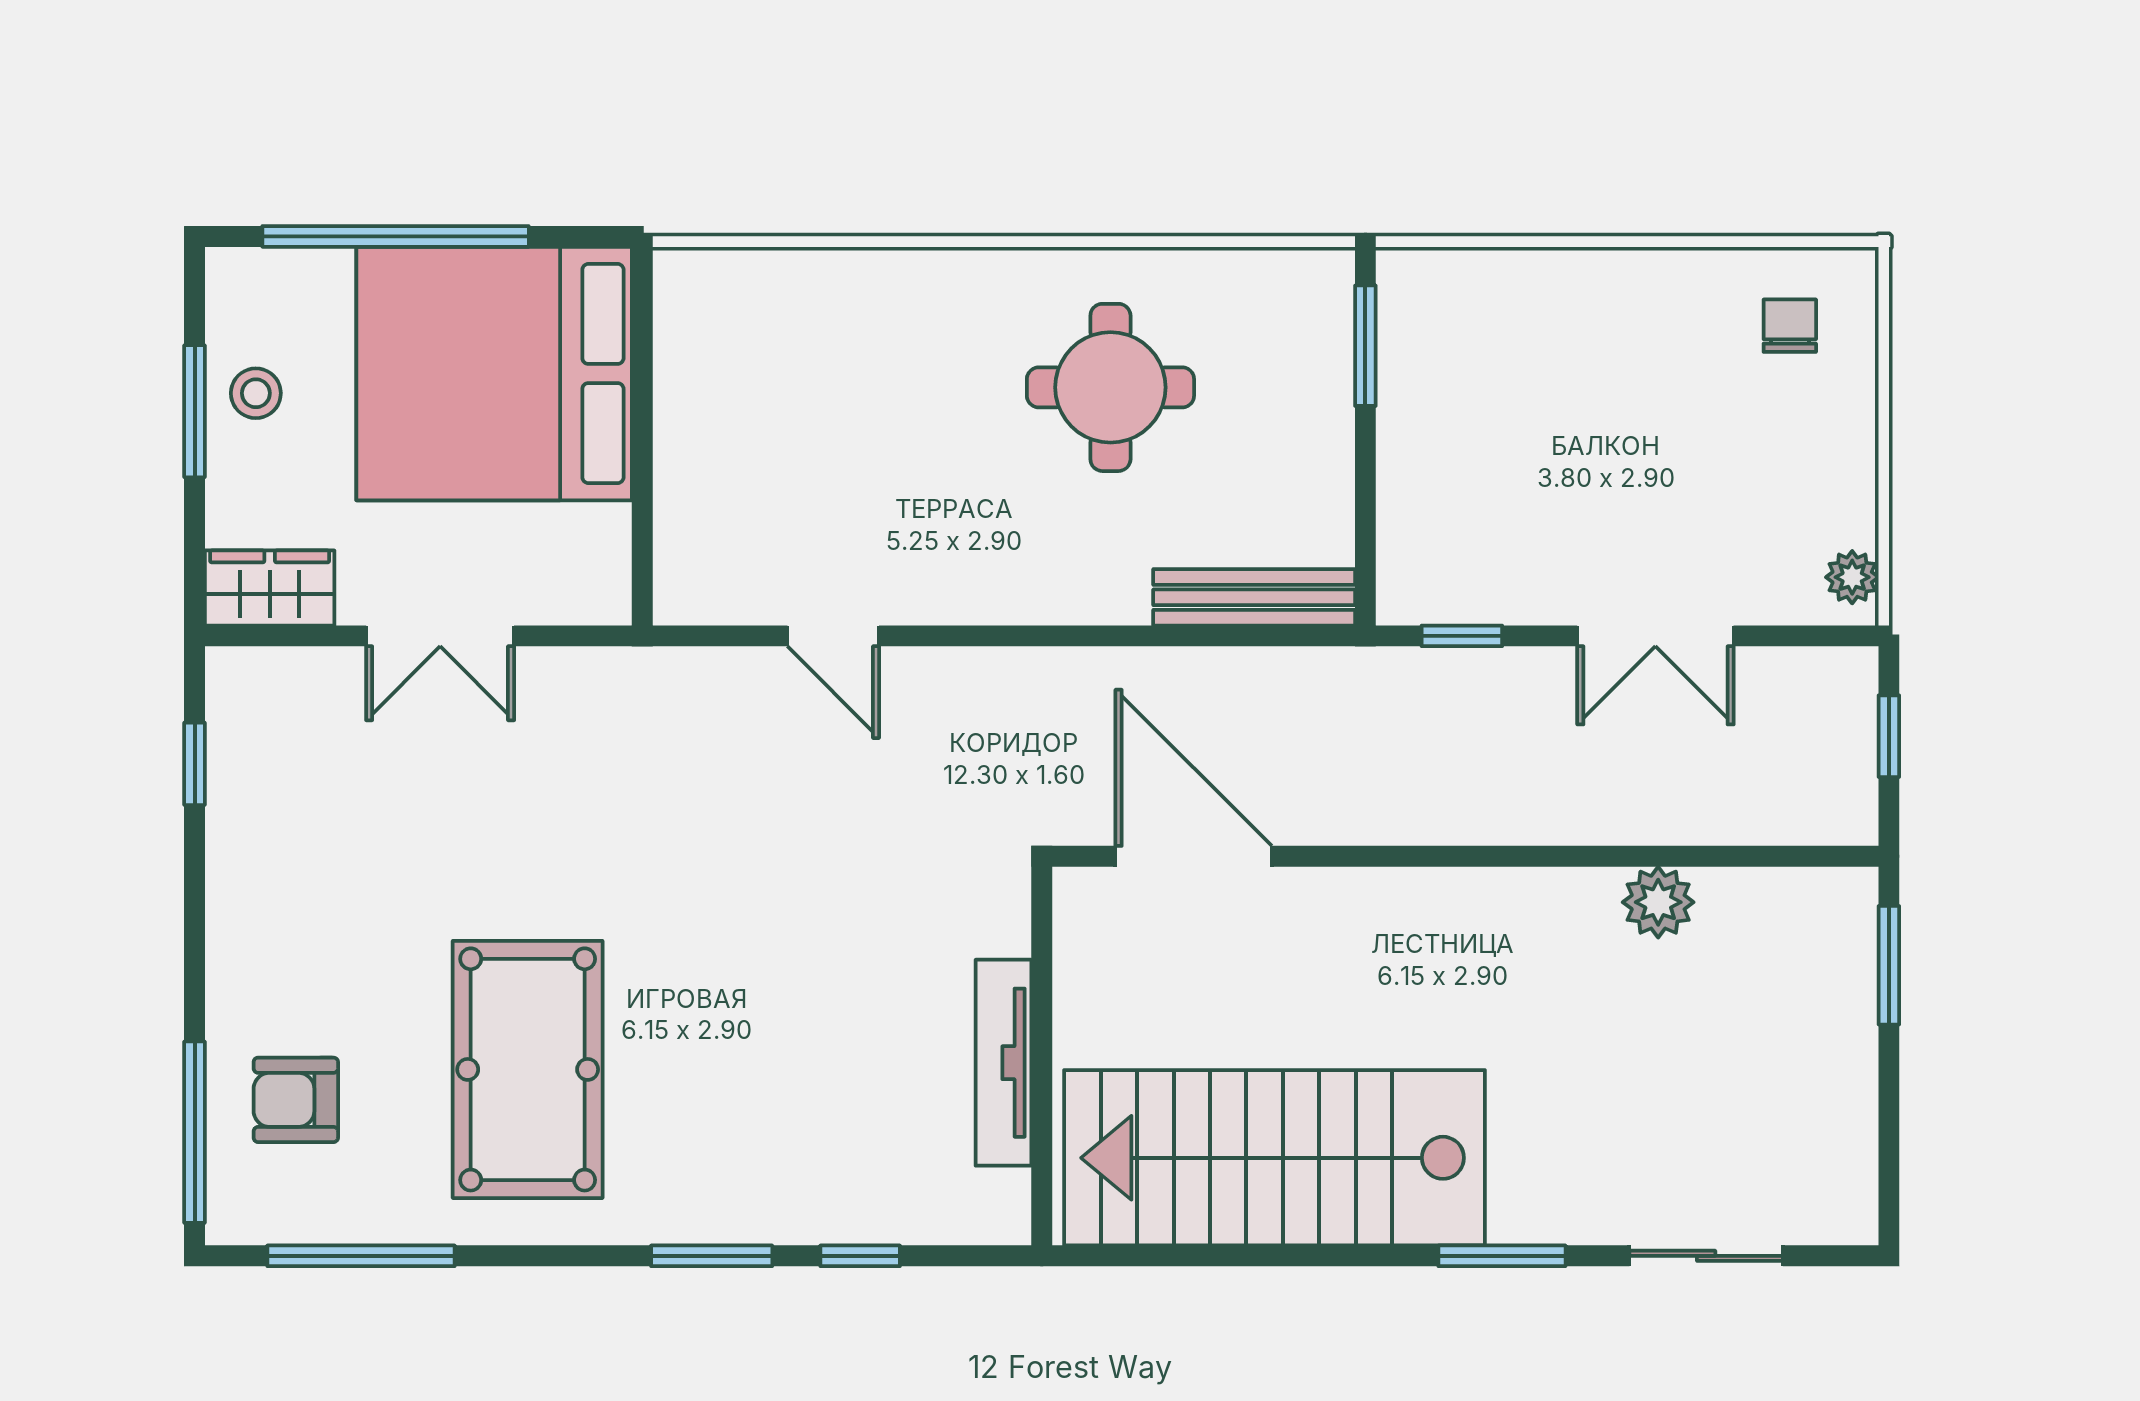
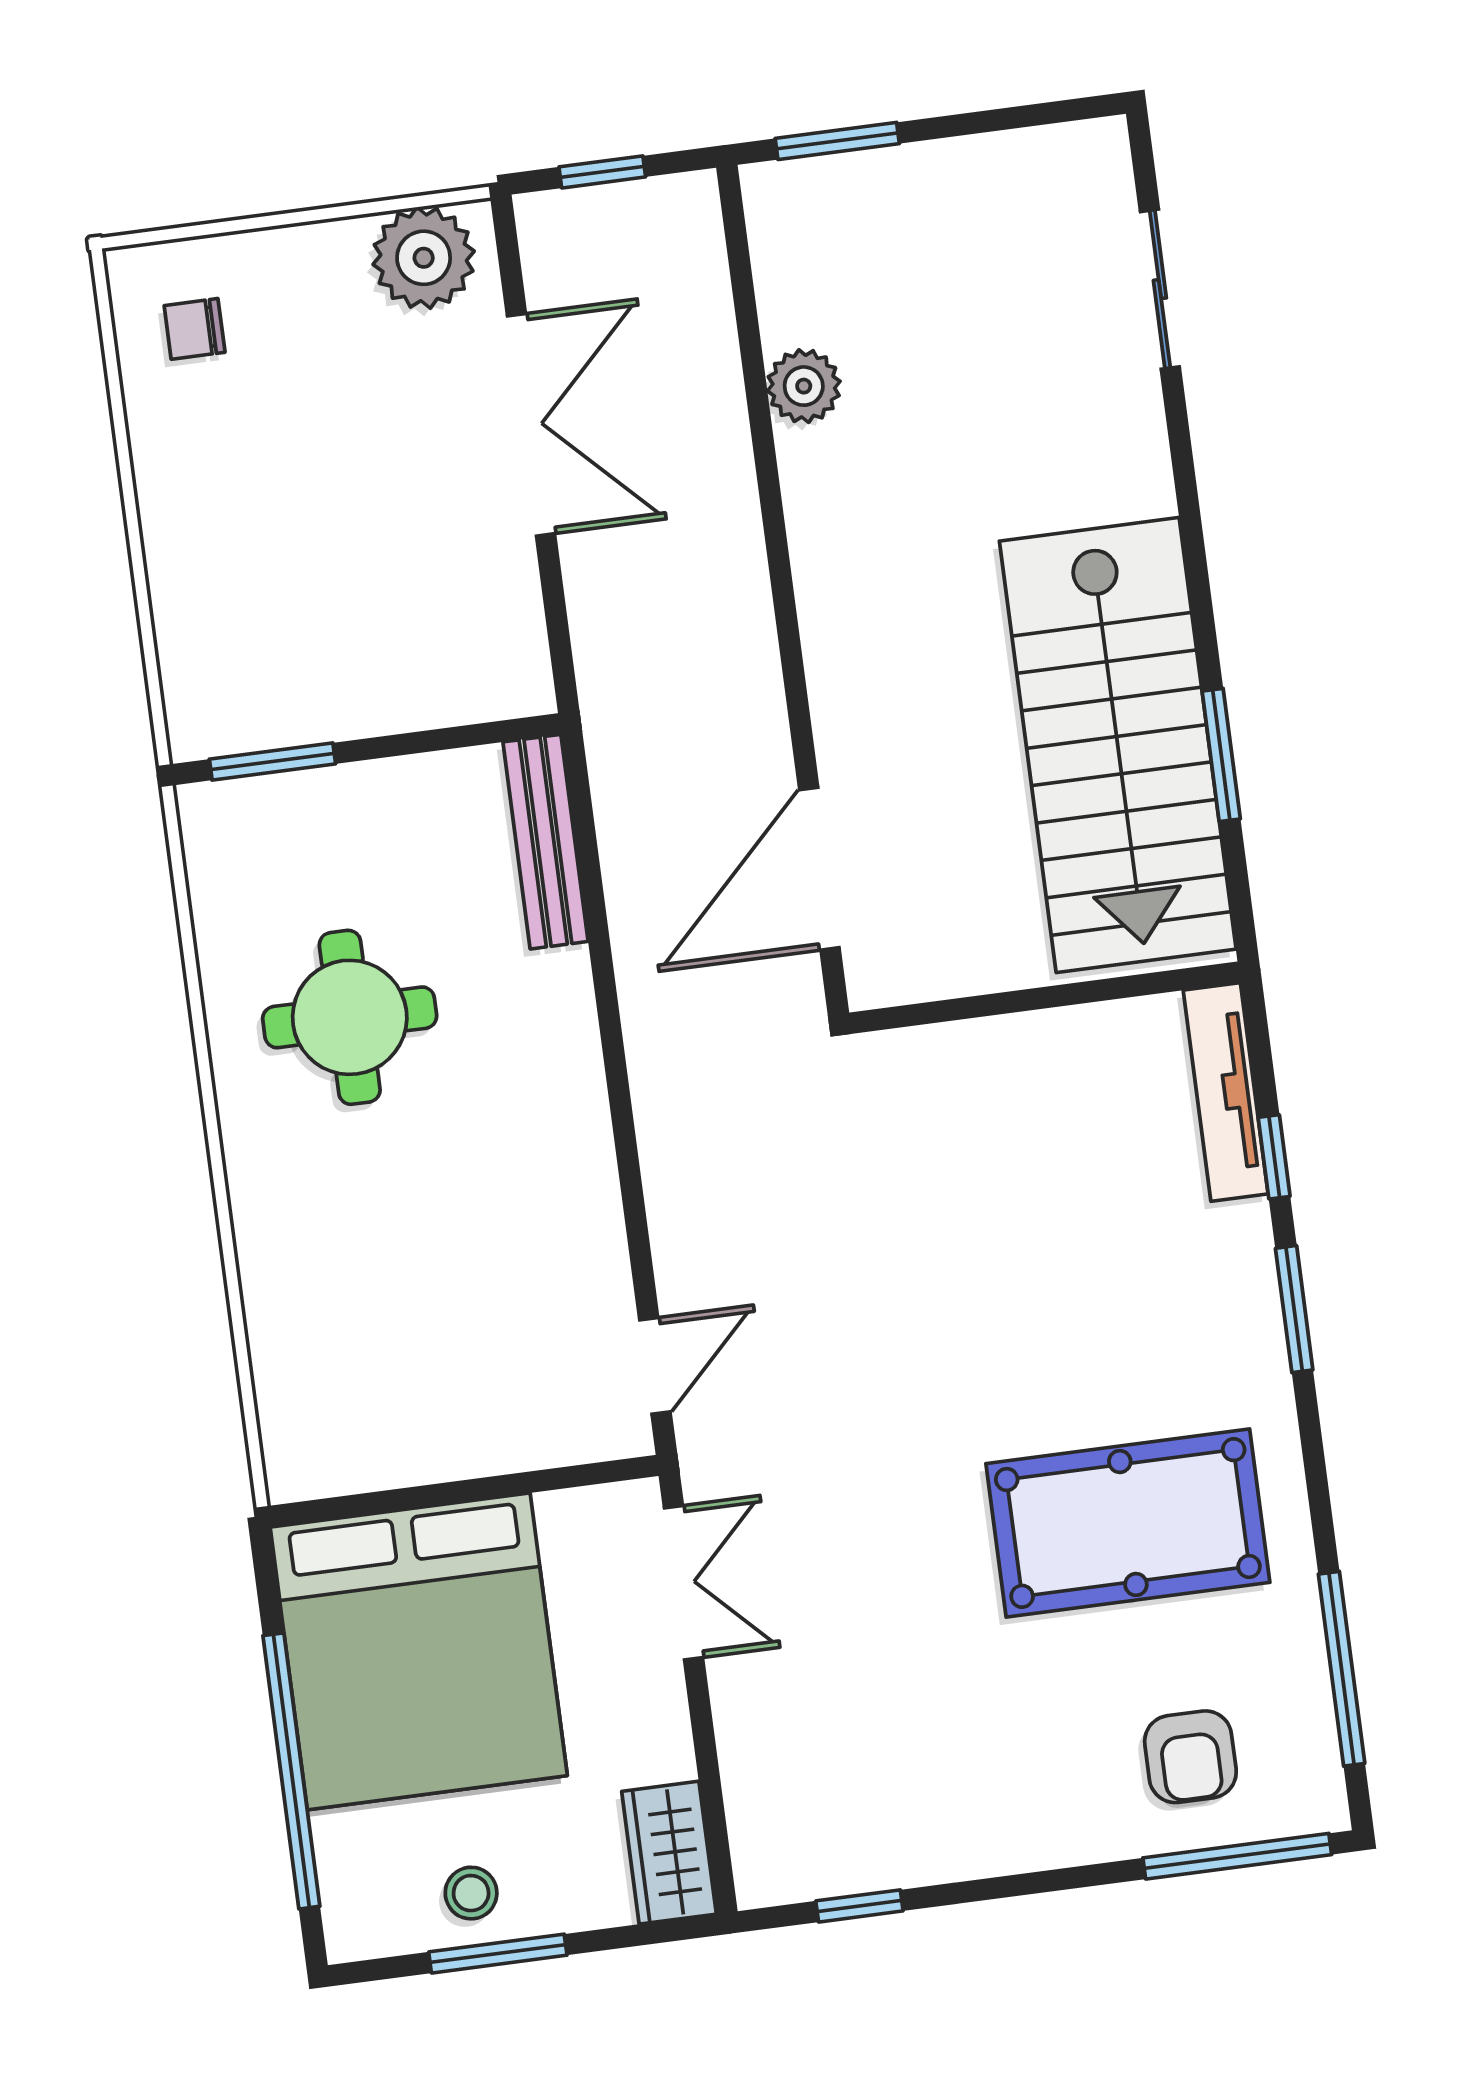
plant: (1852, 577) -> (424, 258), width x1.87, depth x1.87
double door: (440, 636) -> (683, 1583), moved
door: (833, 636) -> (655, 1366), moved
window: (1462, 636) -> (557, 623), removed
double door: (1655, 636) -> (531, 425), width x1.37
tv unit: (1003, 1063) -> (1226, 1092), moved, turned 90
window: (1502, 1256) -> (1221, 755), moved

